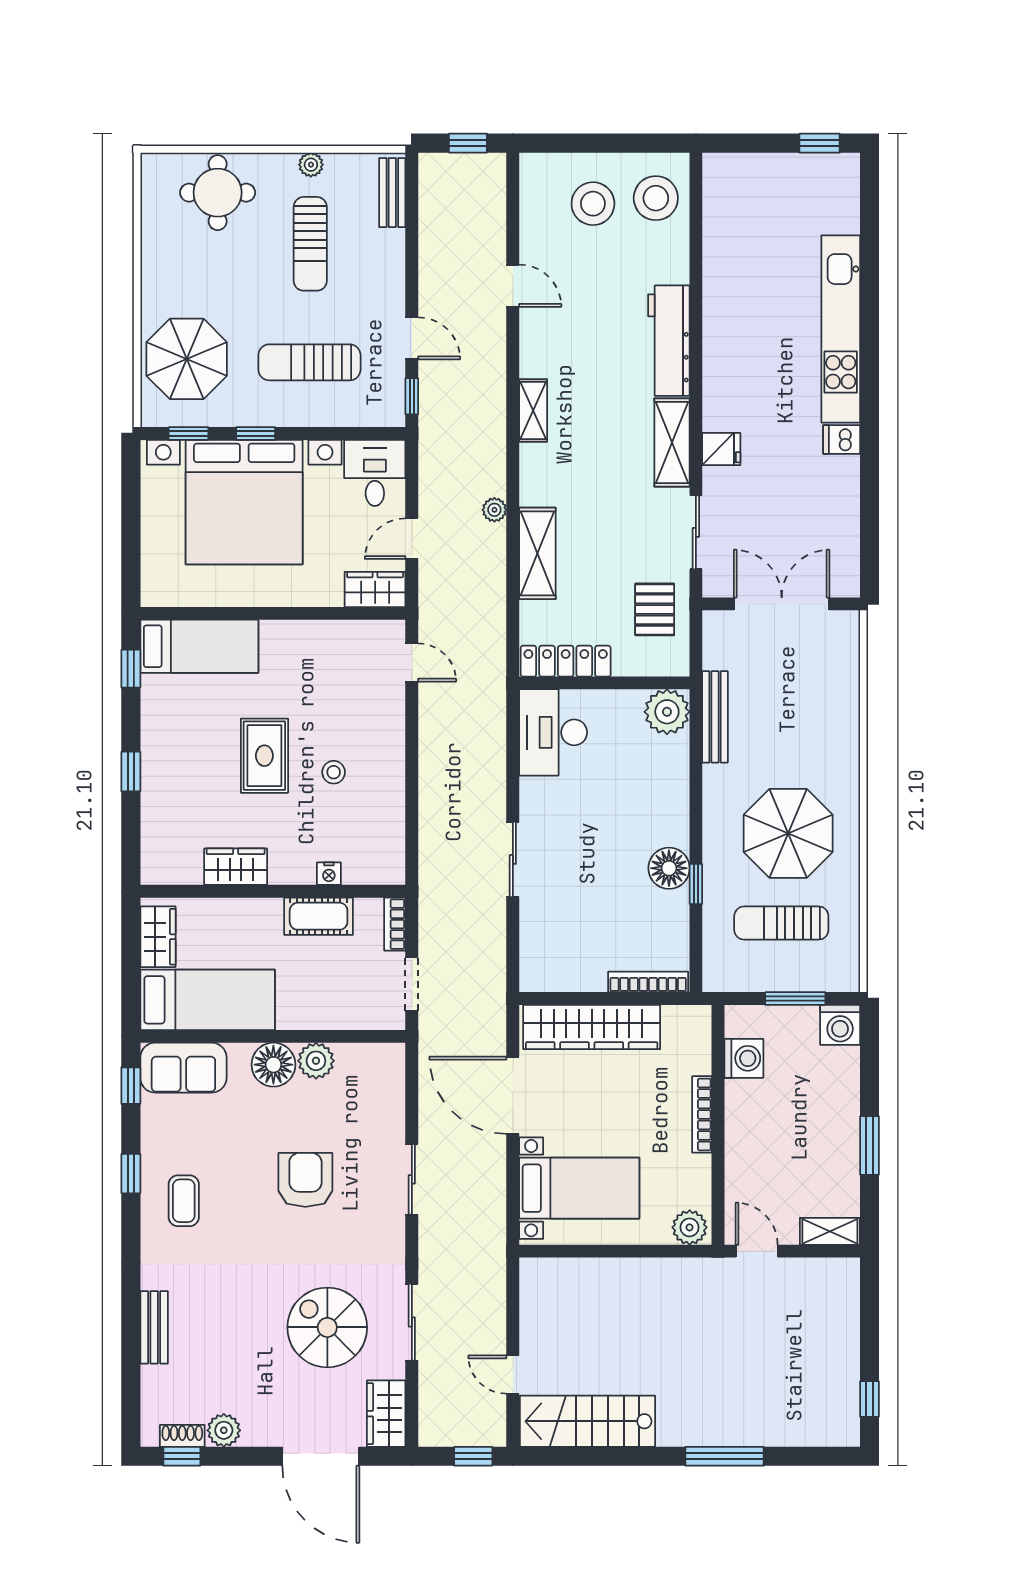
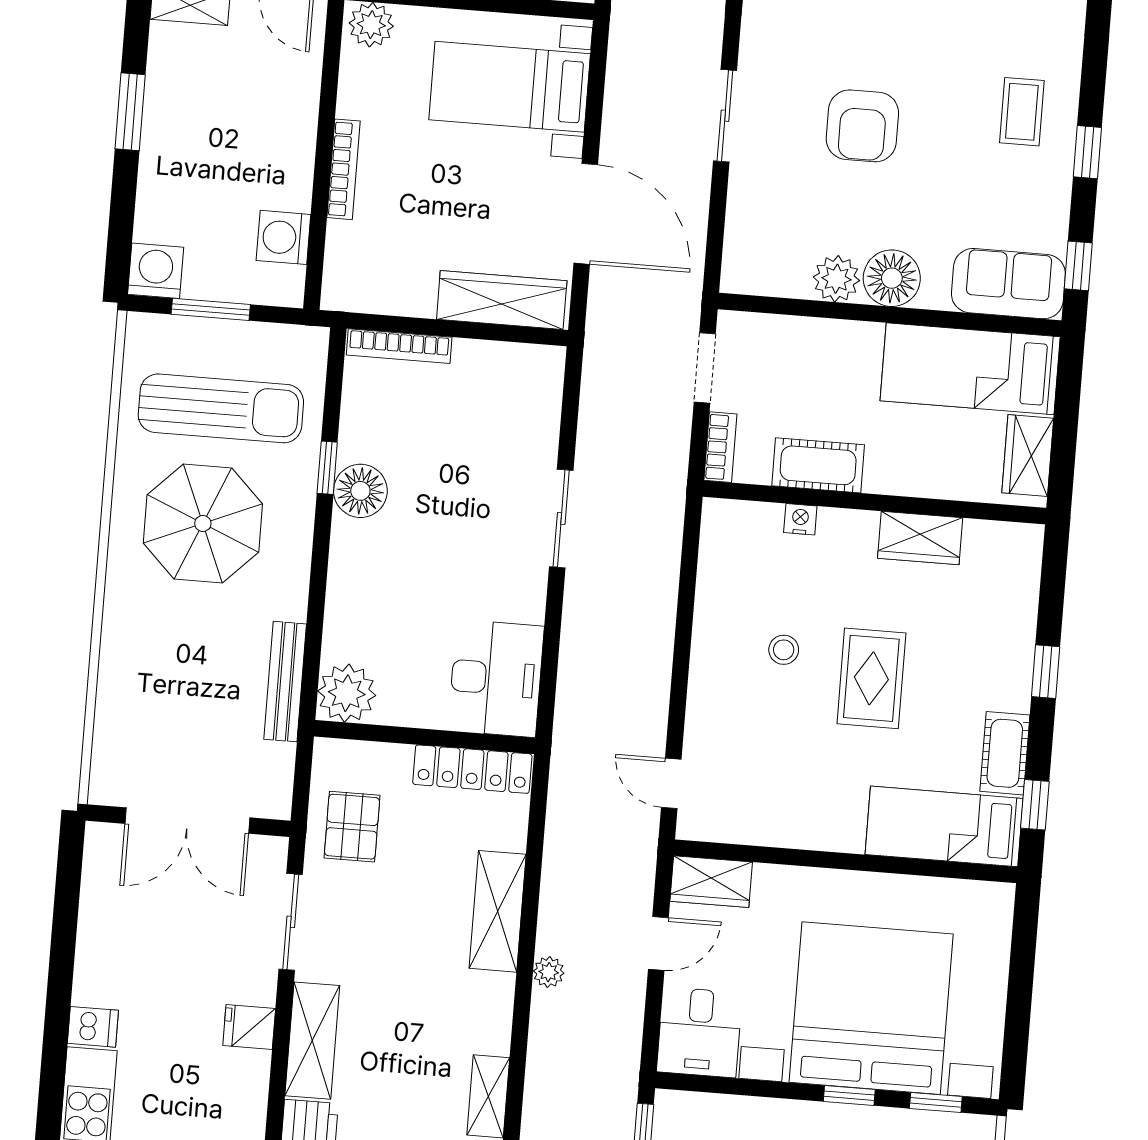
cot: (157, 706) -> (1005, 753), added
sun lounger: (781, 923) -> (221, 408), width x1.36, depth x1.34
wardrobe: (592, 1027) -> (502, 300), width x0.71, depth x0.85

